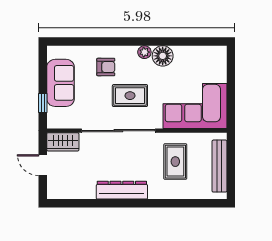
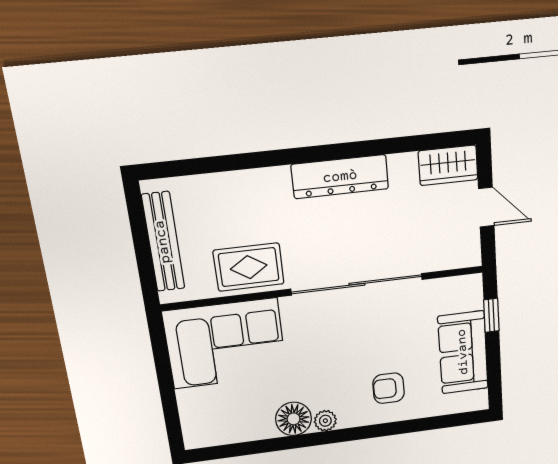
rug: (130, 96) -> (343, 347), removed
wardrobe: (63, 142) -> (448, 165), moved, turned 180
rug: (175, 162) -> (249, 267), moved, turned 90

